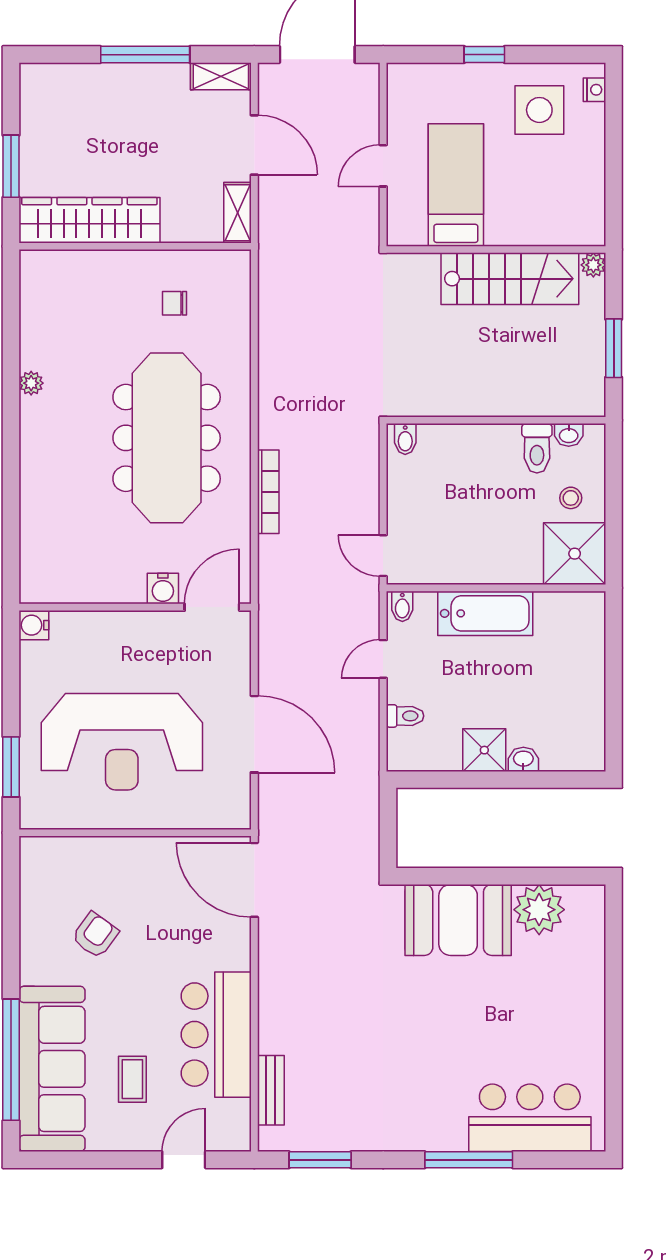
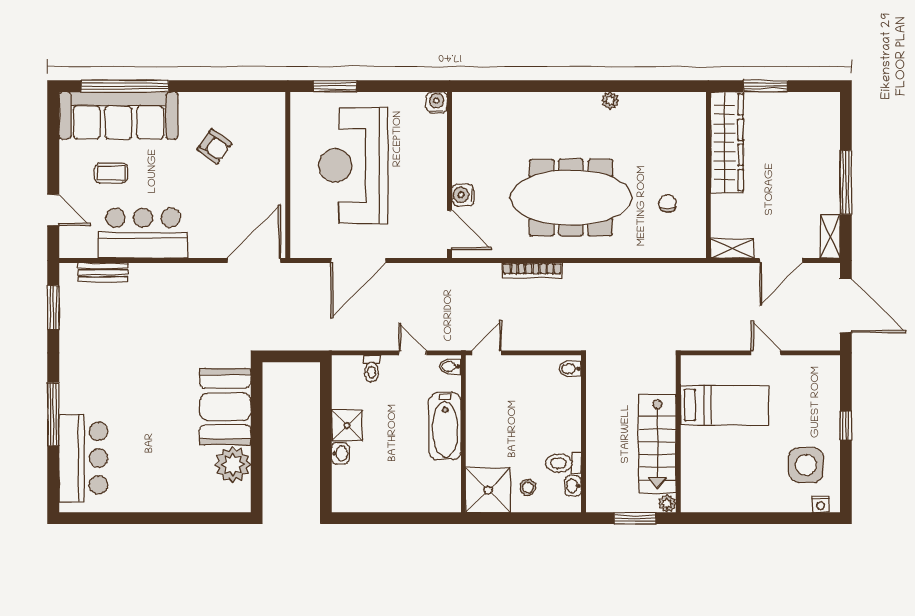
bed: (456, 185) -> (725, 405), moved
wall: (496, 249) -> (678, 434), moved
plant: (593, 265) -> (667, 504), moved
stairs: (510, 279) -> (657, 444), moved

